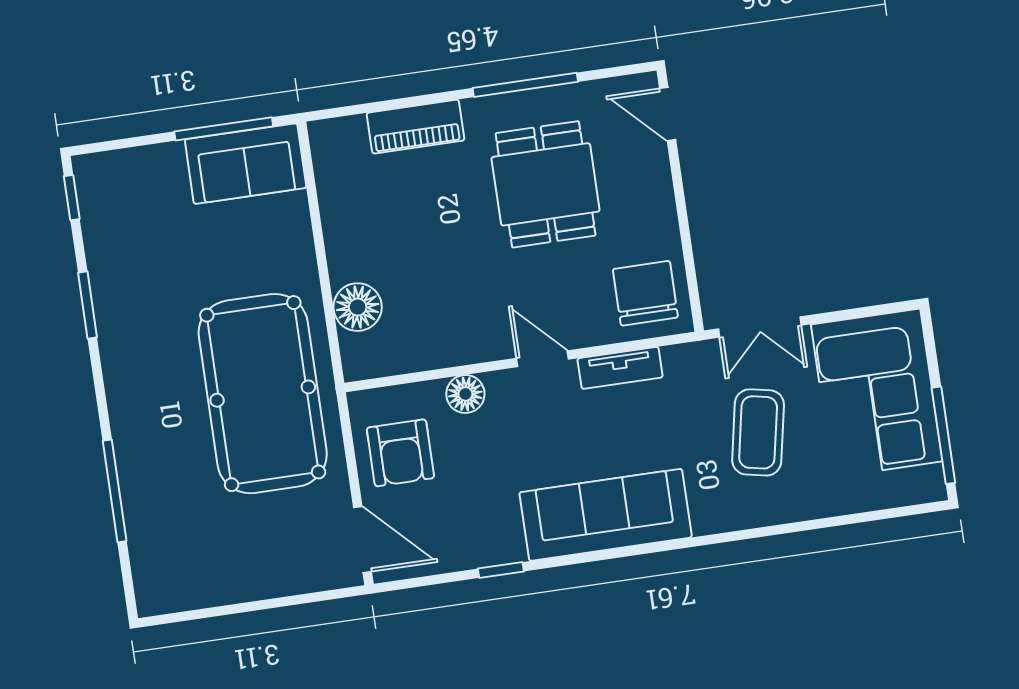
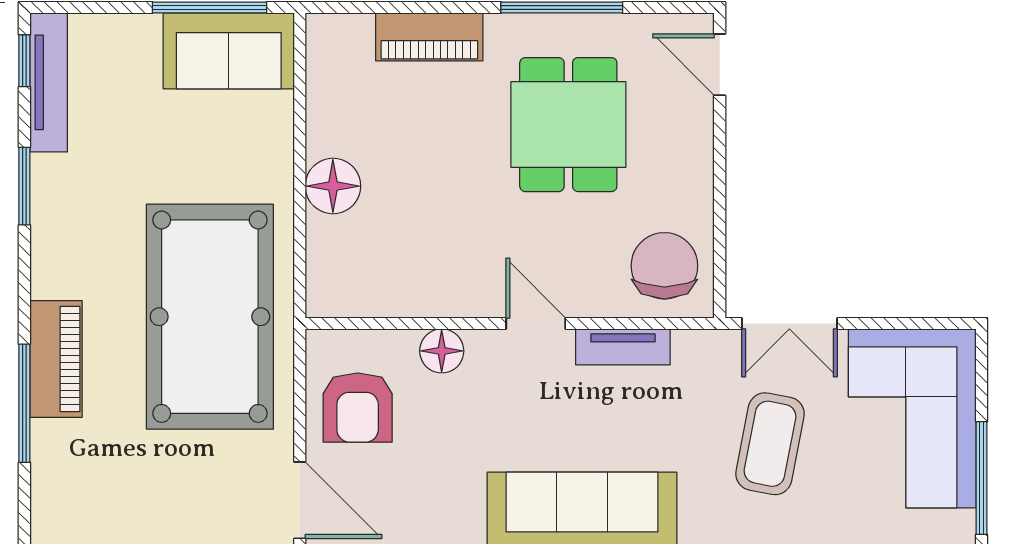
tv unit: (95, 213) -> (49, 82), added
floor lamp: (358, 307) -> (333, 186), moved
piano: (136, 449) -> (56, 359), added

